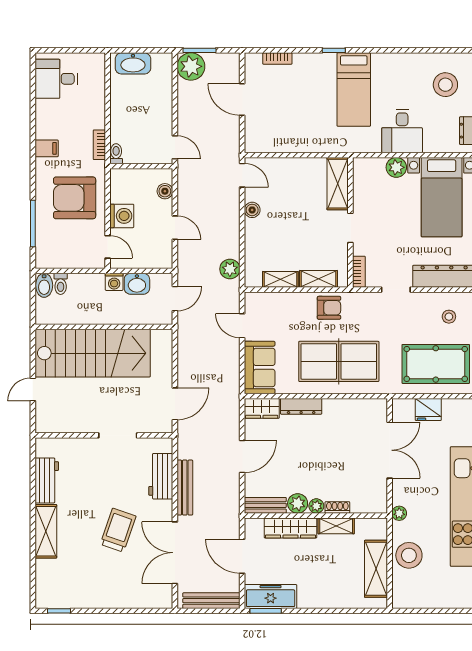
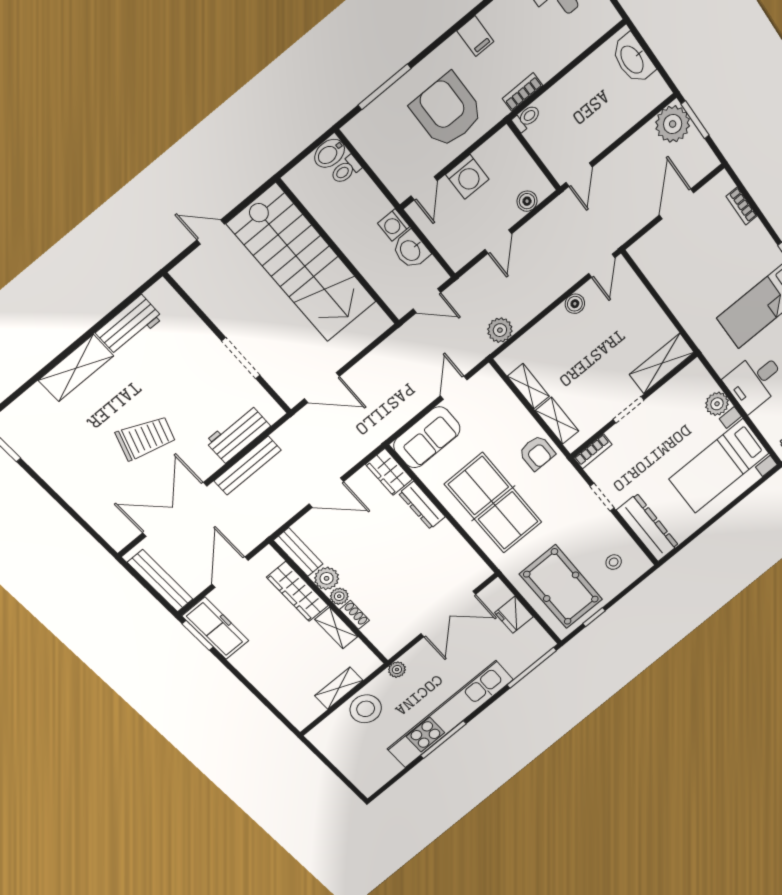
shelving: (376, 569) -> (339, 688), width x0.67, depth x0.75

